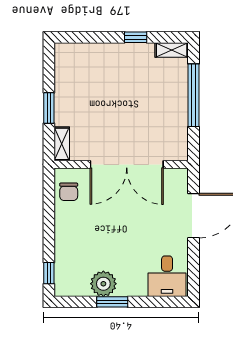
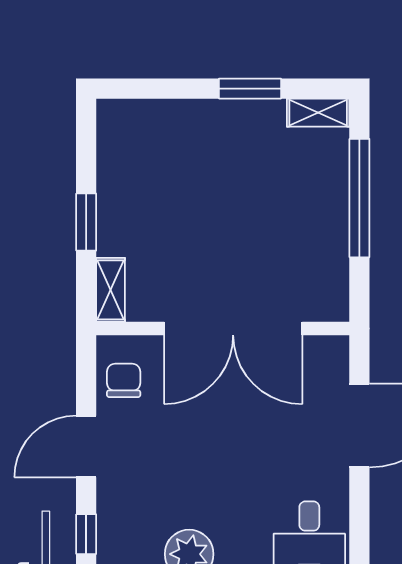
window: (136, 37) -> (250, 89), width x1.50
chair: (69, 192) -> (124, 380), turned 180
door: (49, 227) -> (86, 446), added

